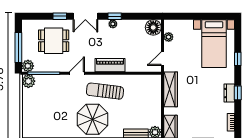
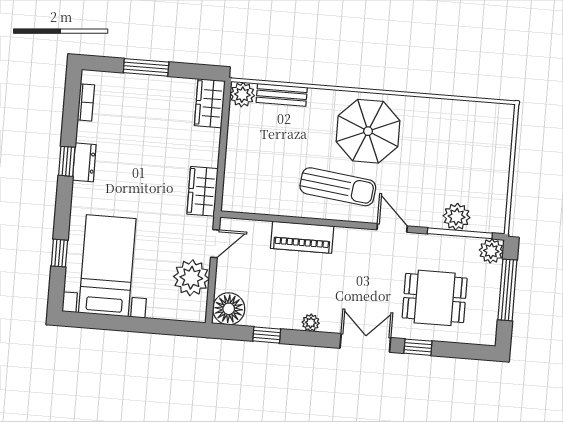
window: (115, 16) -> (267, 335), moved
plant: (169, 37) -> (191, 278), width x1.88, depth x1.88
window: (238, 59) -> (59, 253), moved
piano: (110, 65) -> (302, 237), moved
door: (77, 73) -> (392, 228), swing flipped
plant: (28, 81) -> (457, 217), moved
wardrobe: (171, 89) -> (203, 191), width x0.67

